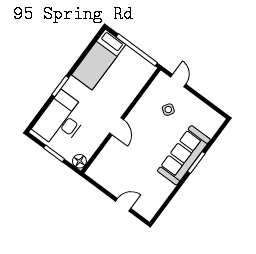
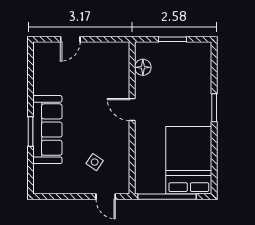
bed: (99, 60) -> (189, 160), width x1.50
desk: (61, 120) -> (189, 76), removed
floor lamp: (79, 161) -> (143, 67), moved

